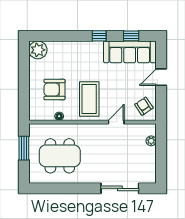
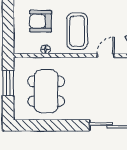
dining table: (60, 156) -> (46, 91), turned 90

